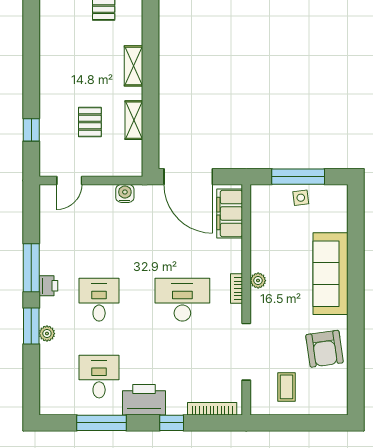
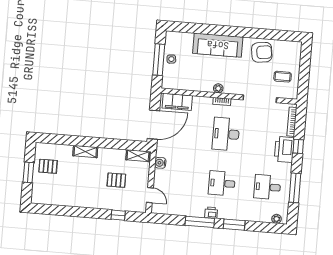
shelving: (134, 120) -> (138, 156), moved
plant: (47, 334) -> (277, 219), moved
printer: (144, 400) -> (284, 149), moved

